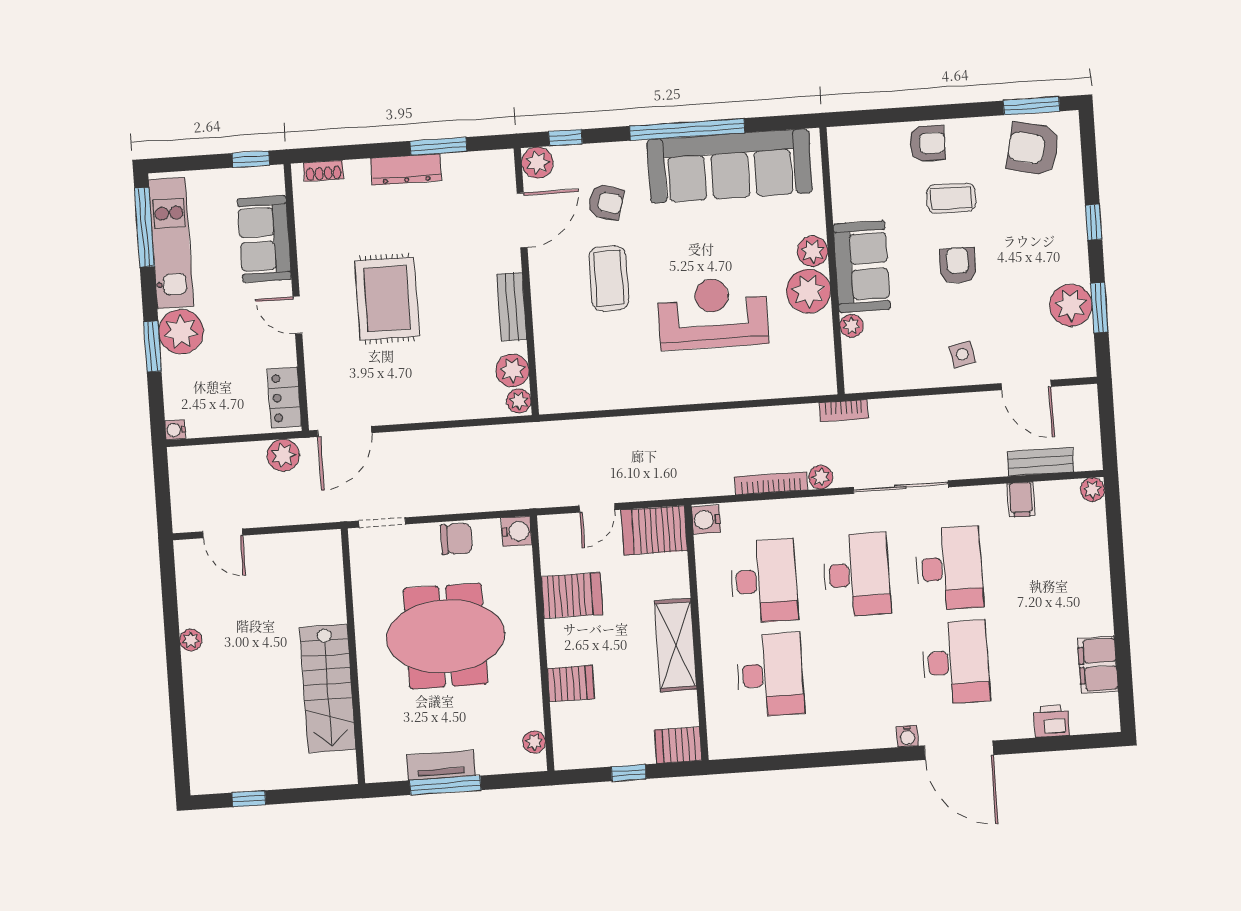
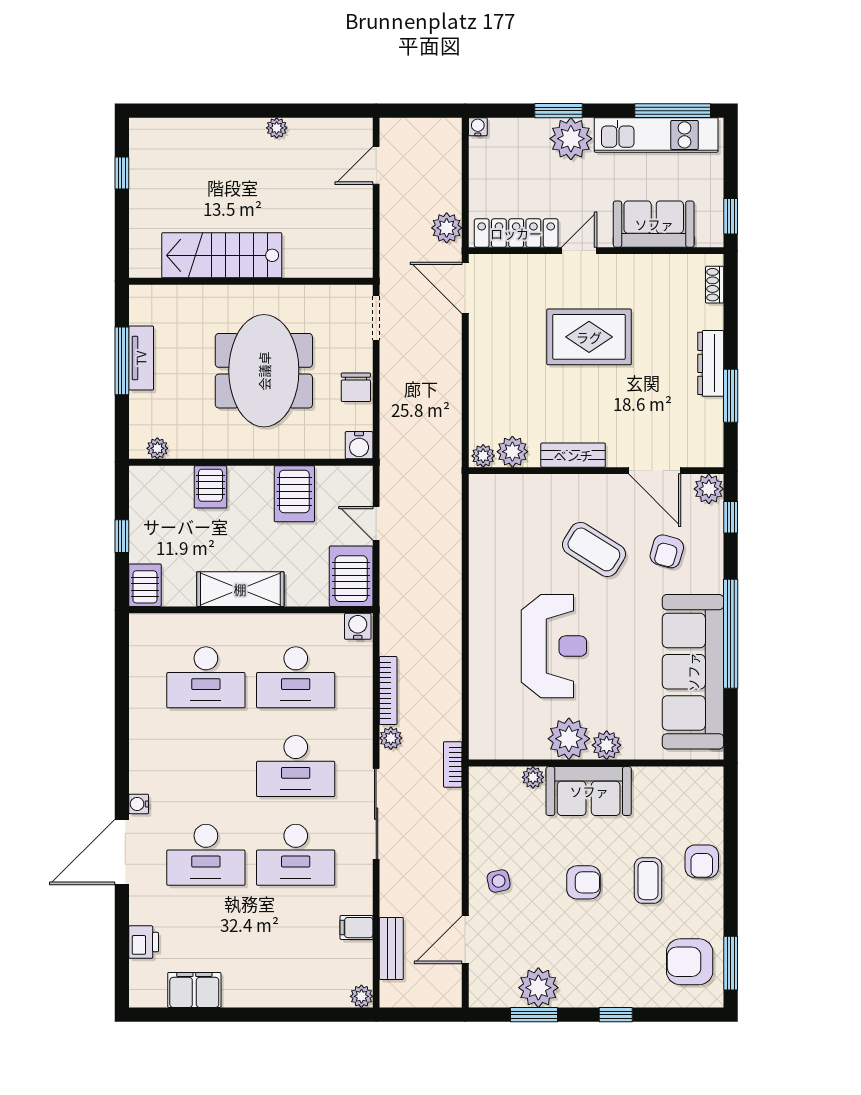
armchair: (1033, 149) -> (690, 962), turned -103
coffee table: (609, 278) -> (594, 549), turned 32
locker: (285, 398) -> (516, 233), width x1.53

